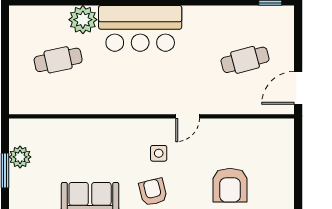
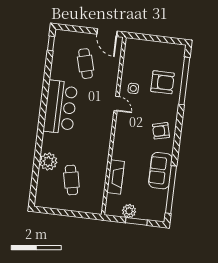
bar counter: (140, 28) -> (60, 107), moved
fireplace: (71, 129) -> (116, 177), added
side table: (159, 153) -> (133, 88), moved

